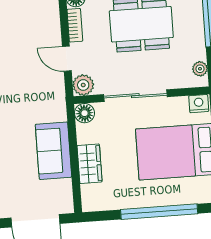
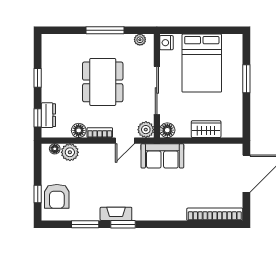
sofa: (53, 151) -> (162, 156), moved
window: (159, 212) -> (246, 79), width x0.47

